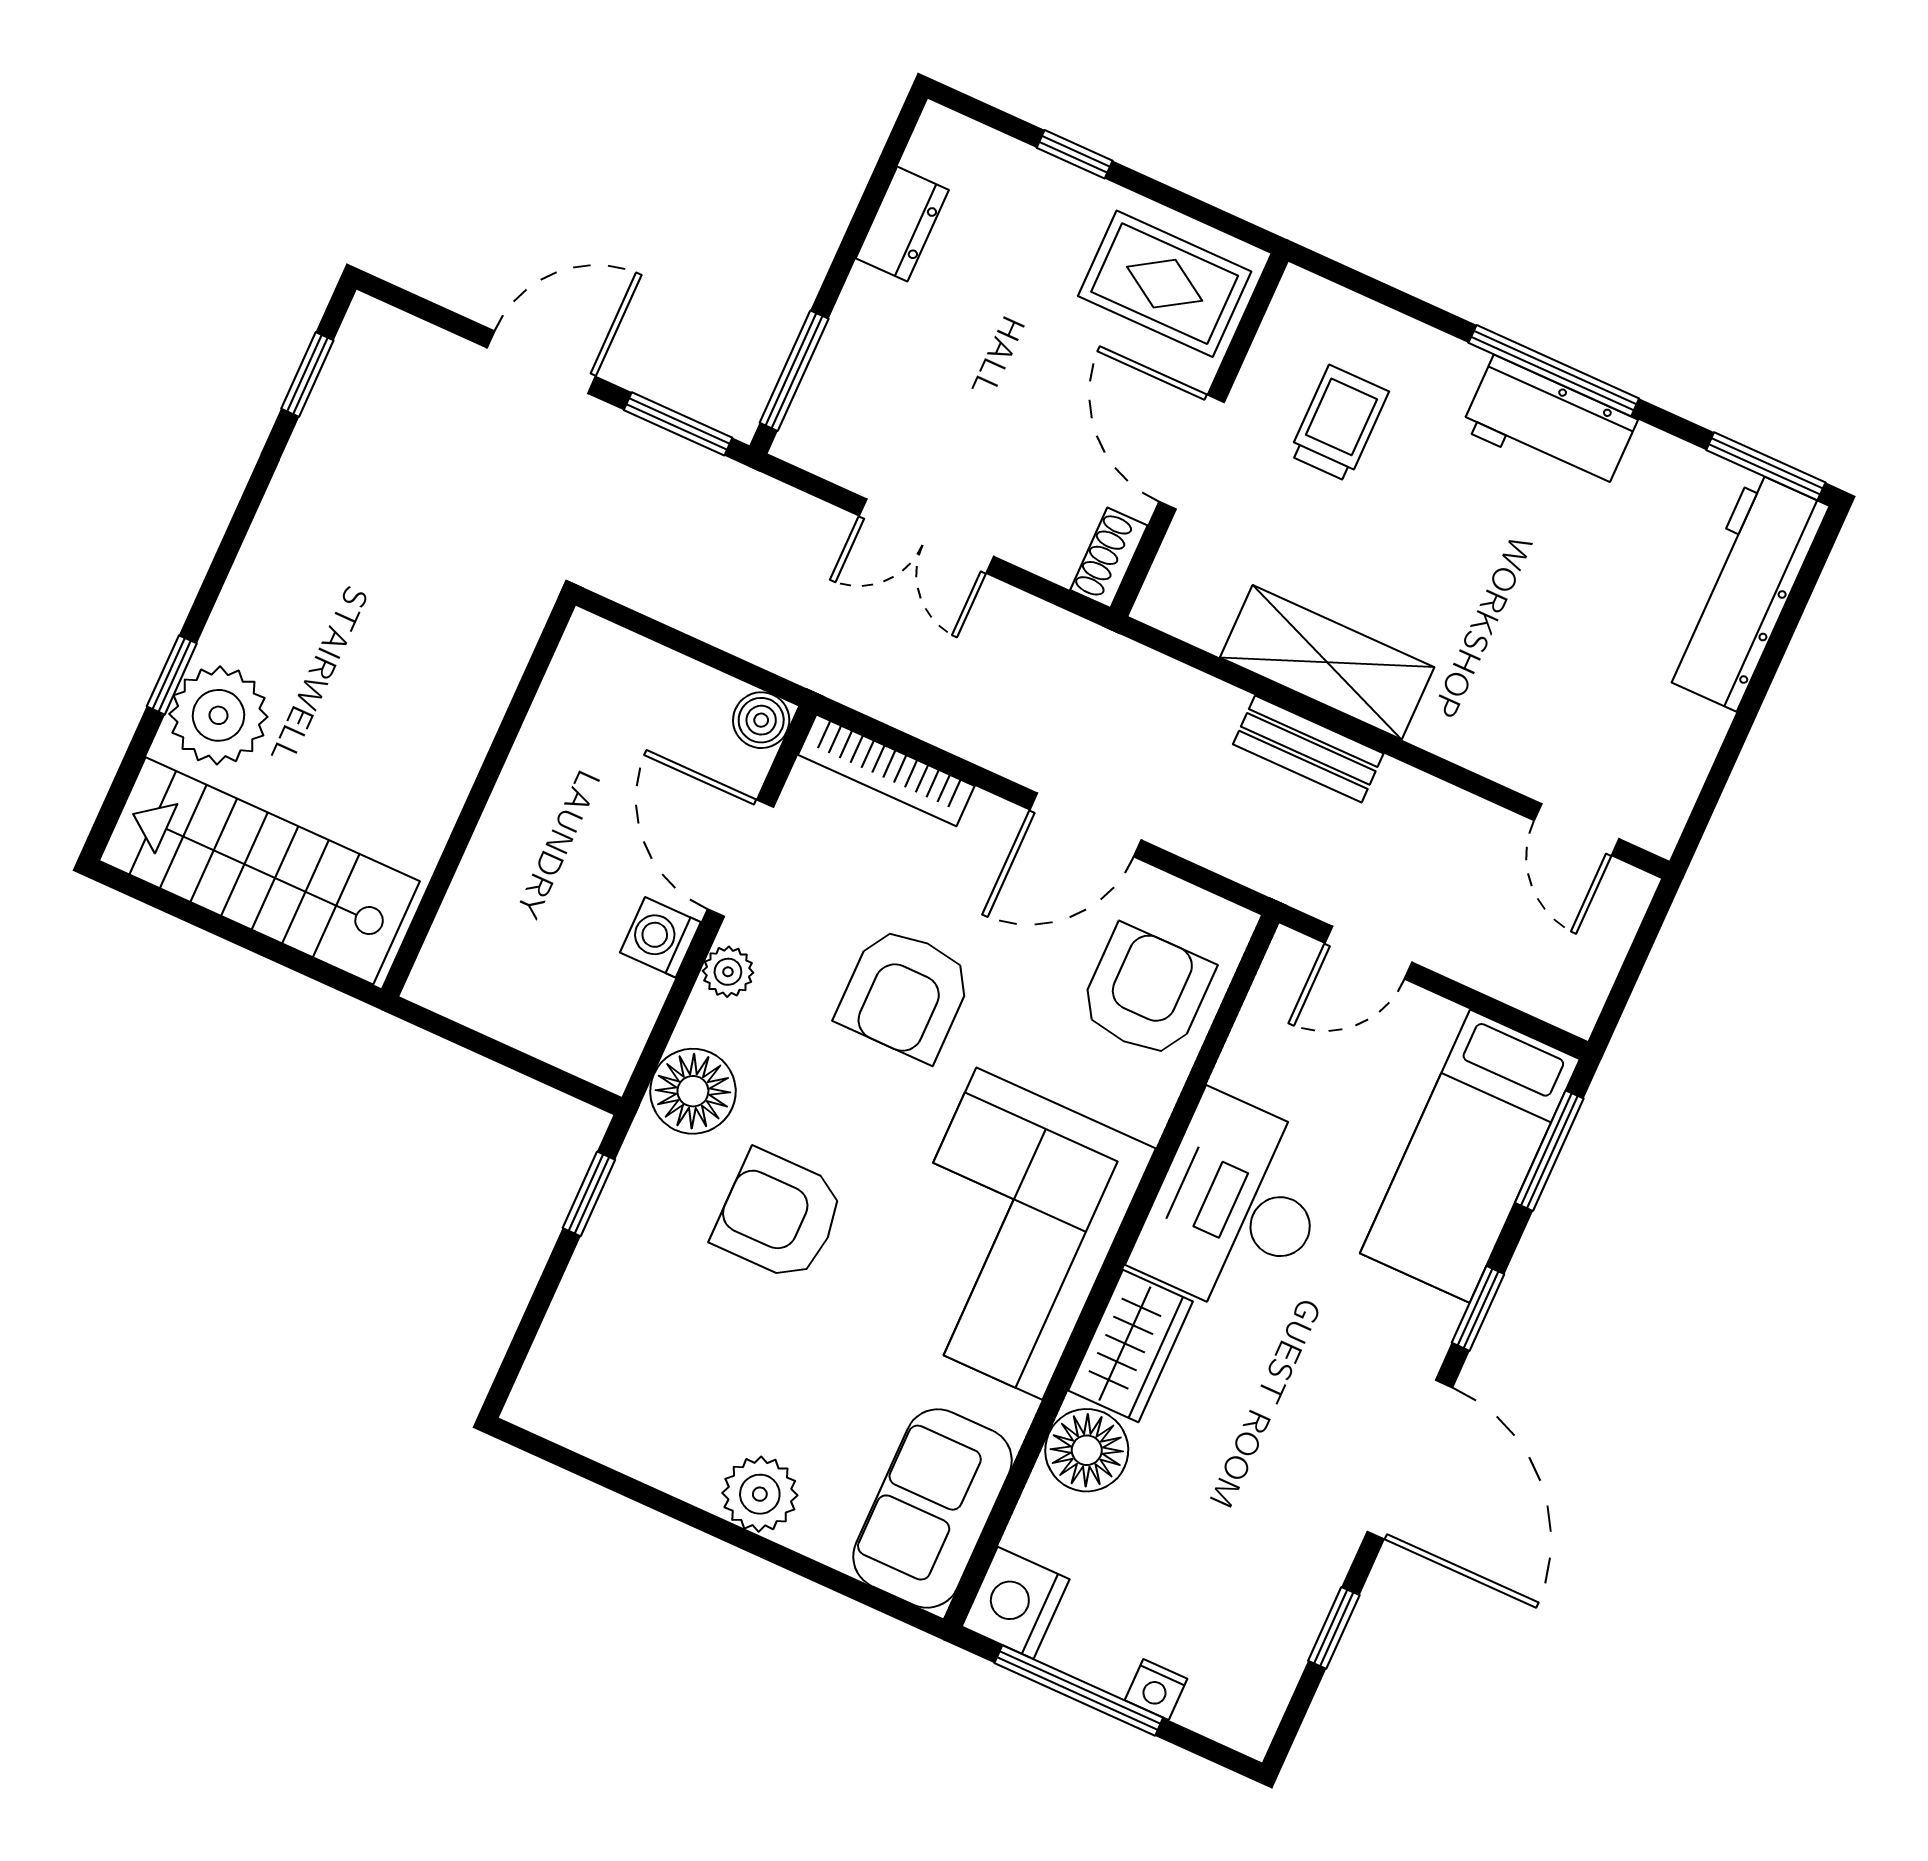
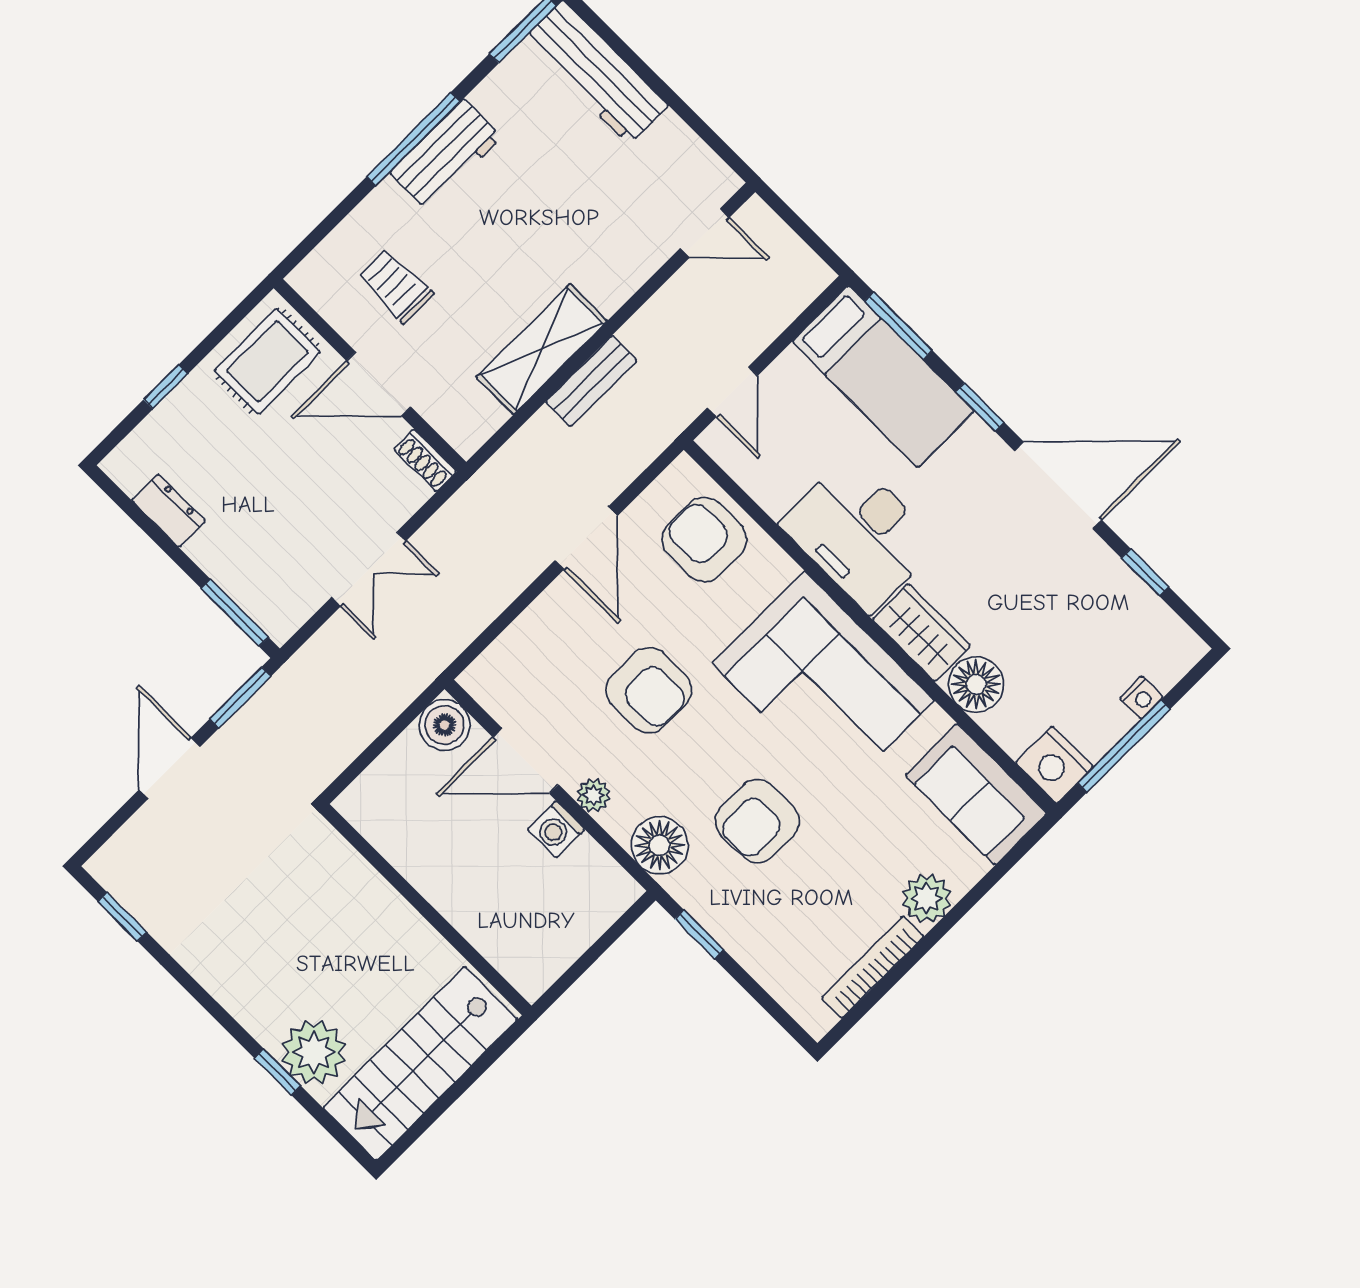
boiler: (761, 720) -> (445, 725), width x1.36, depth x1.36
bookcase: (886, 770) -> (873, 967), moved, turned 180

